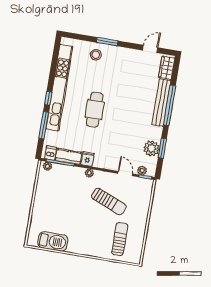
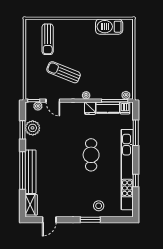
window: (48, 98) -> (136, 181), moved

